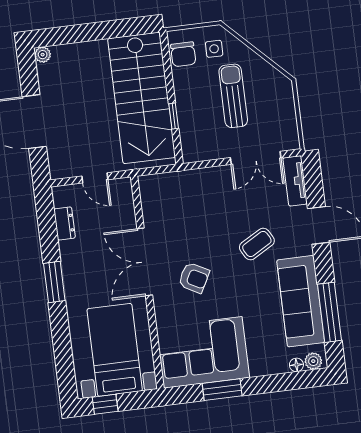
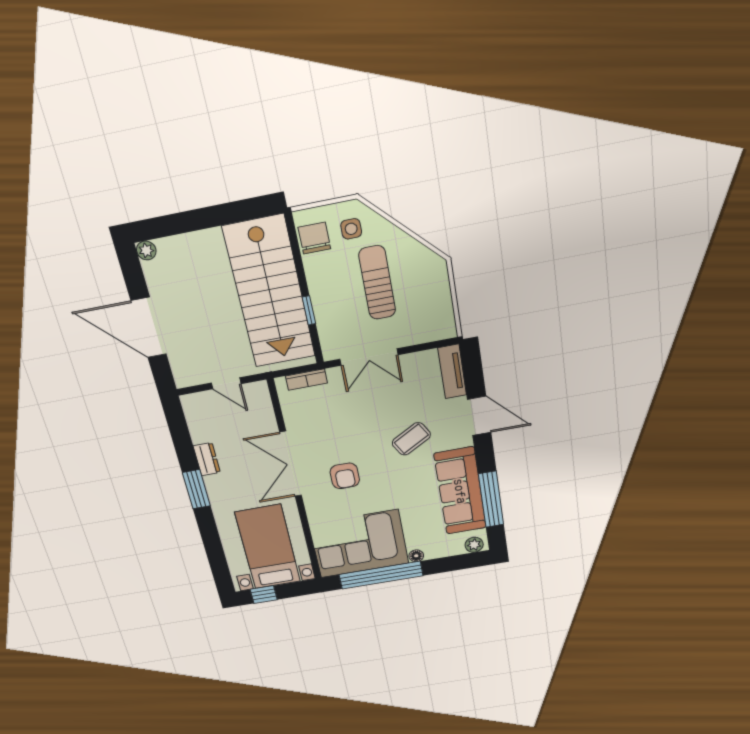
chair: (183, 54) -> (314, 238), turned 180
double door: (256, 158) -> (369, 357), moved
bookcase: (166, 179) -> (306, 380), added
dresser: (65, 223) -> (207, 459), moved
armchair: (194, 278) -> (345, 476), turned 62
floor lamp: (296, 365) -> (416, 556), moved
window: (222, 390) -> (381, 575), width x2.11

